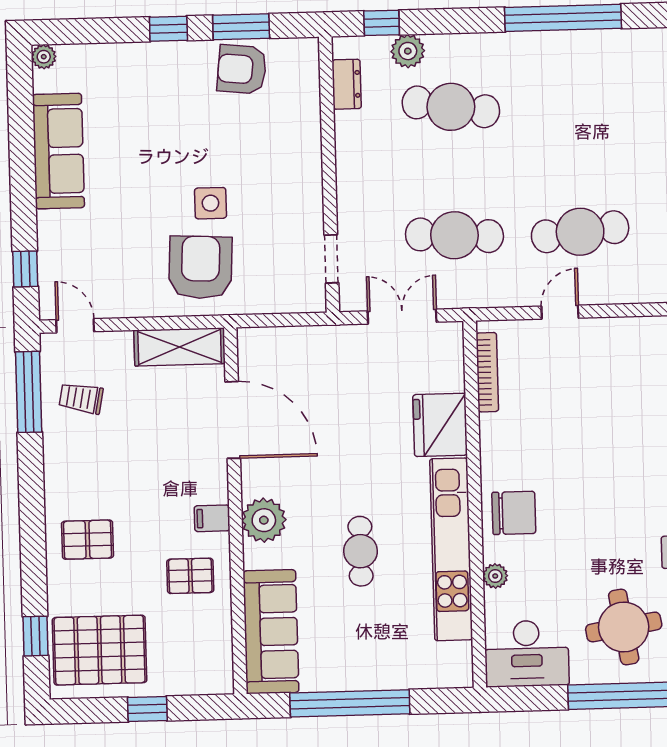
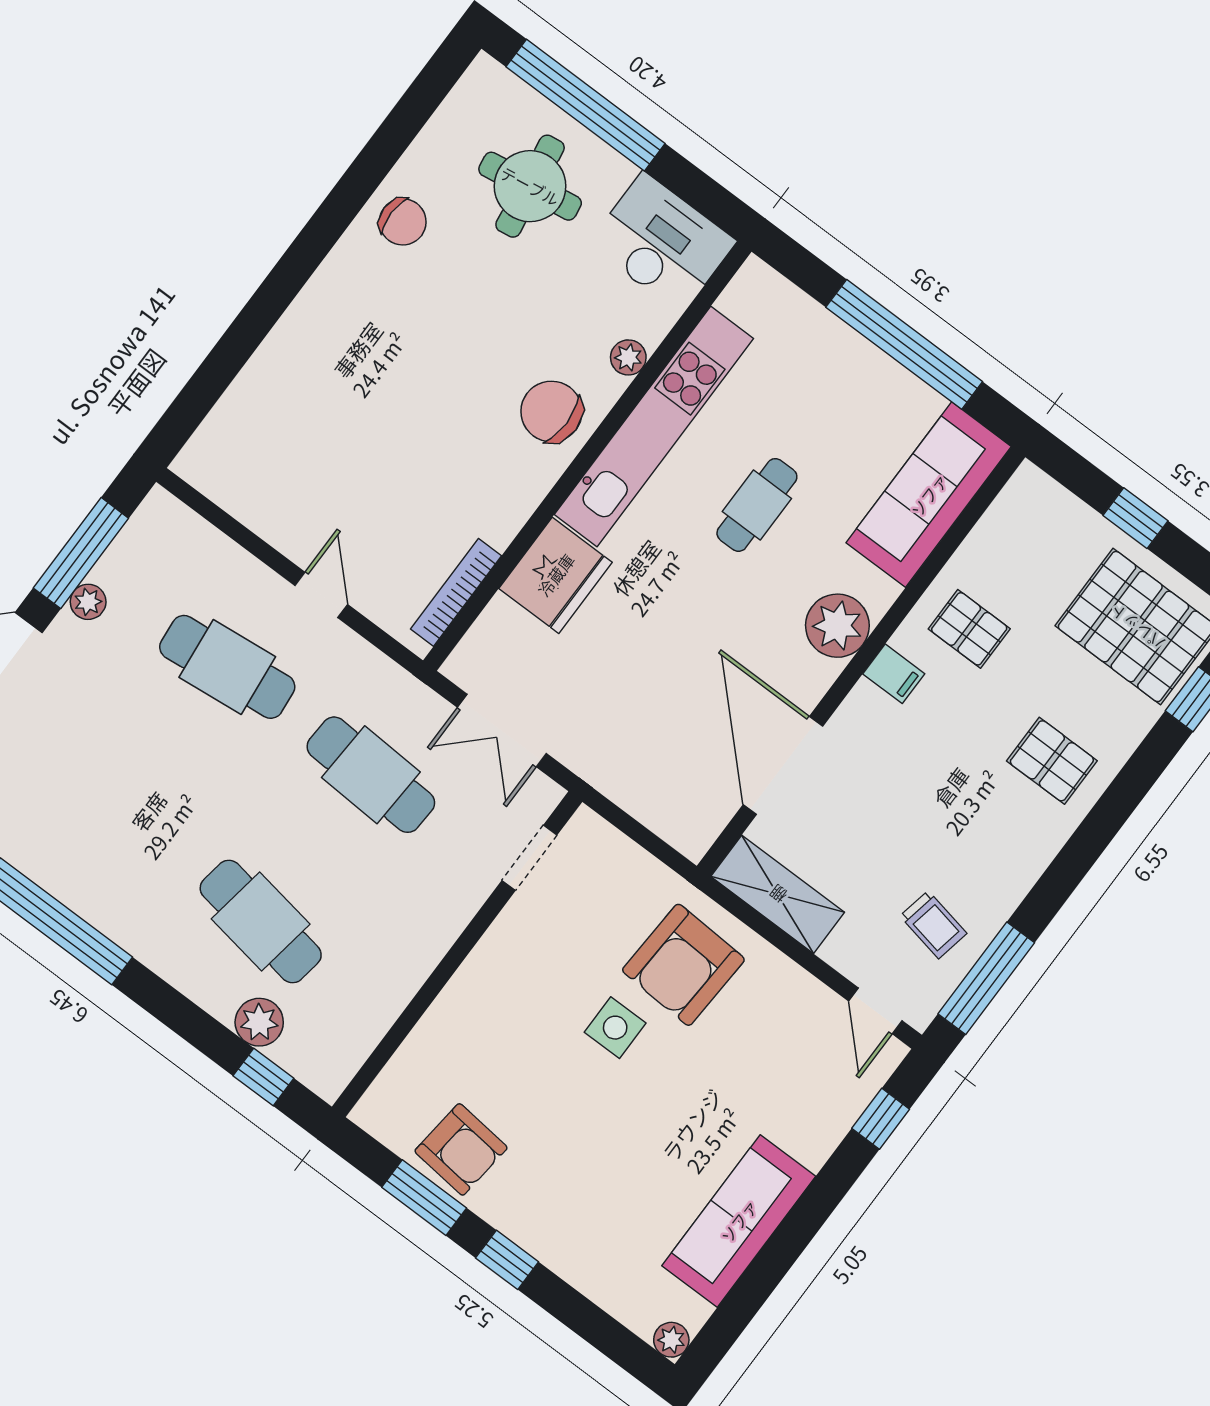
dresser: (347, 84) -> (357, 1040), removed
door: (560, 312) -> (321, 595), swing flipped

